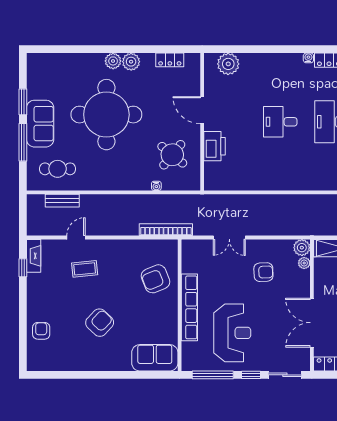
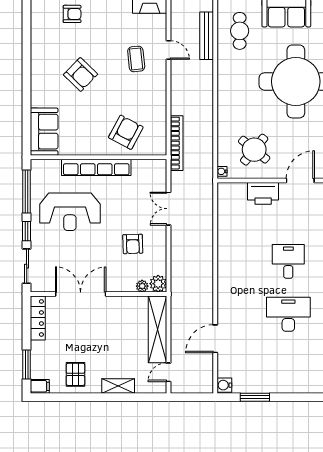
water cooler: (156, 186) -> (222, 171), moved
bench: (62, 201) -> (207, 36), width x1.36
armchair: (155, 279) -> (126, 132), turned 50

